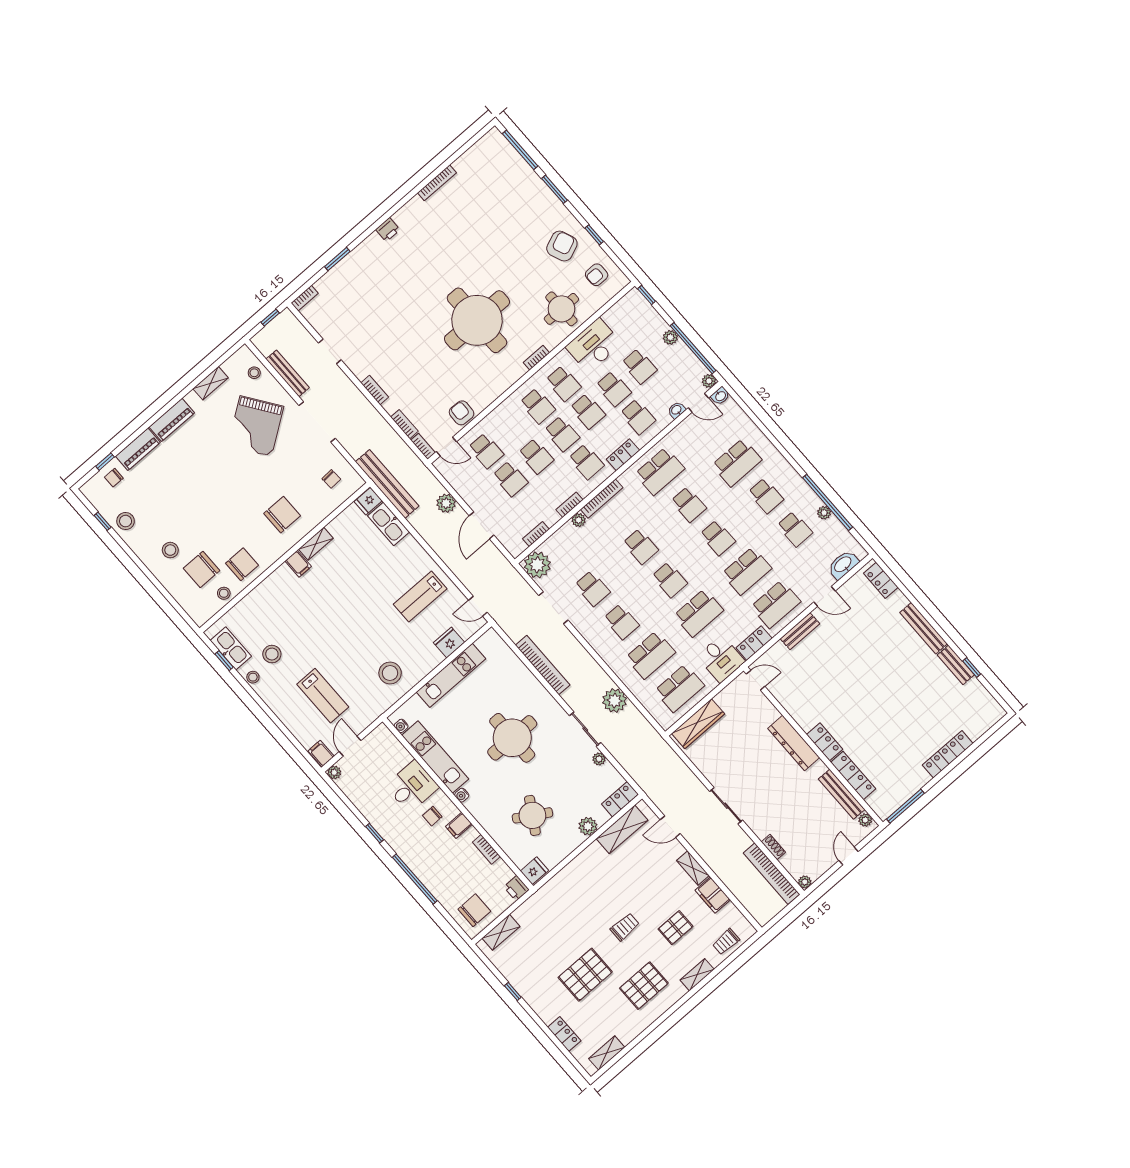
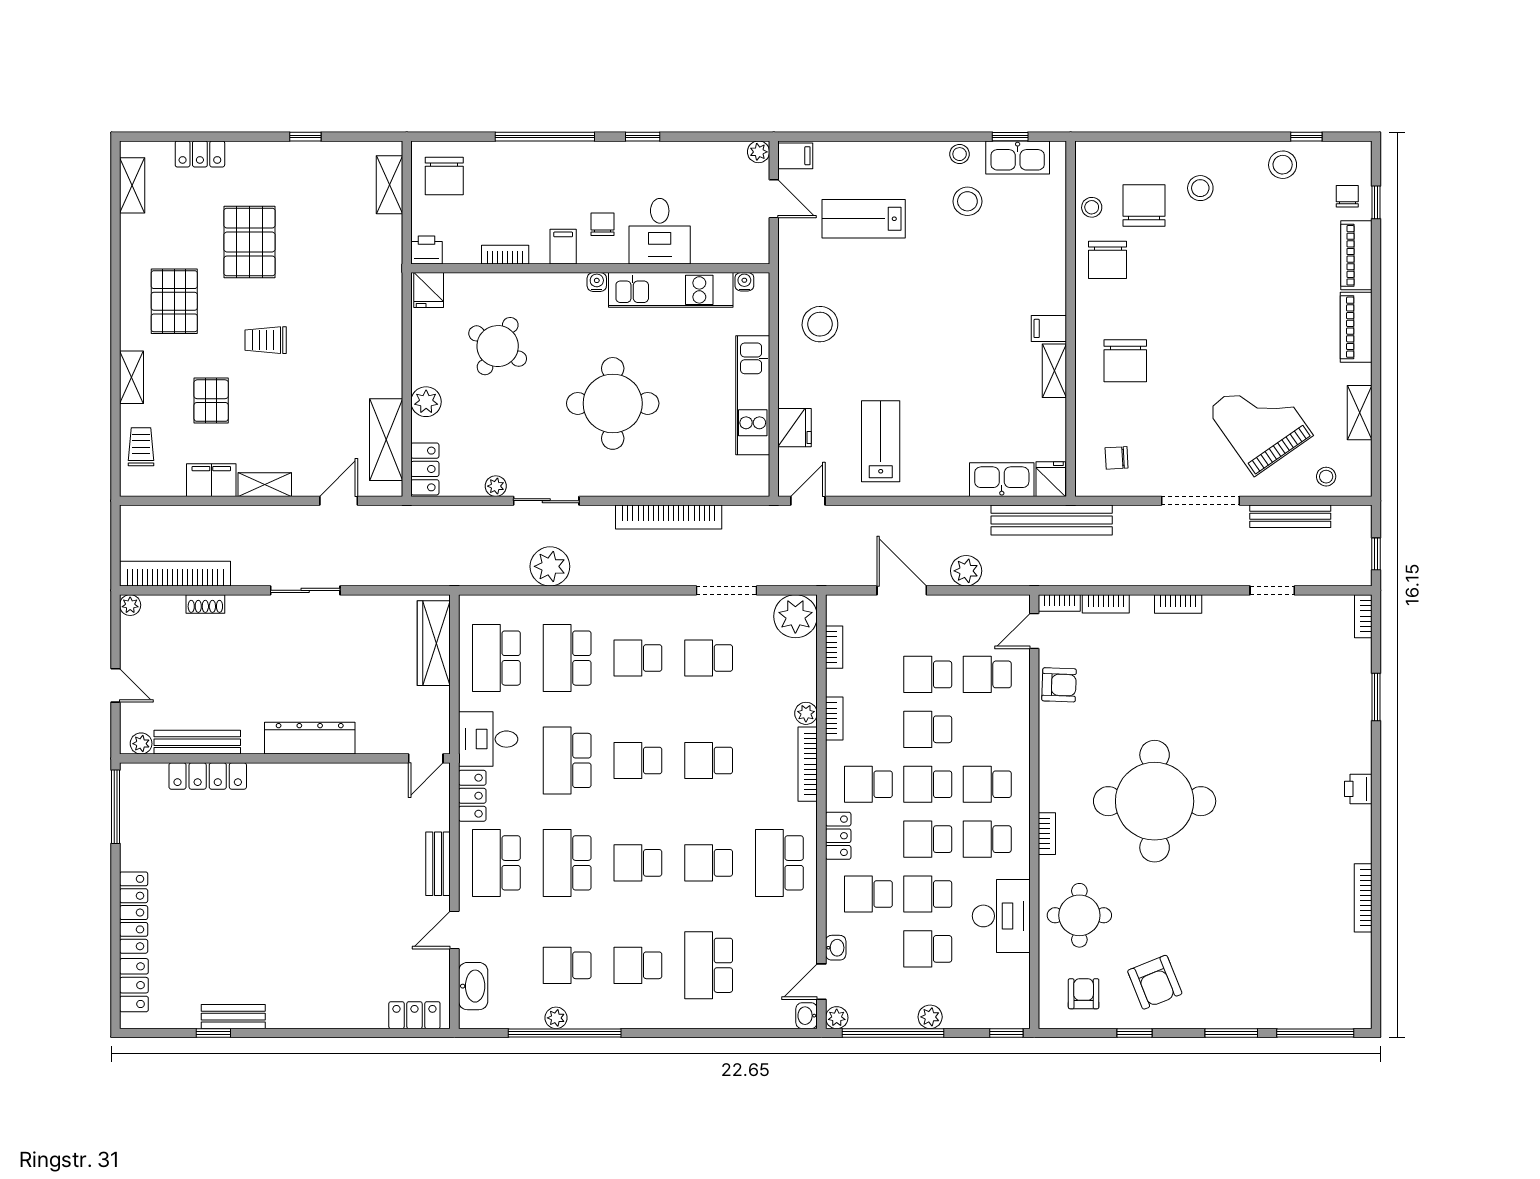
bench: (924, 628) -> (312, 1016), removed
locker: (825, 742) -> (134, 985), moved, turned -90
trolley: (625, 927) -> (266, 340), turned 90

